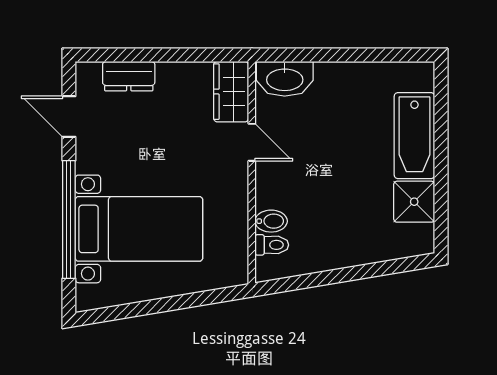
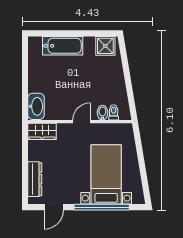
dresser: (129, 76) -> (35, 179), width x1.44
door: (252, 142) -> (82, 122), moved
shower: (414, 202) -> (105, 46), moved

